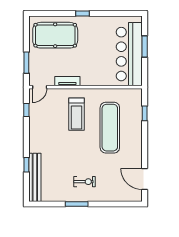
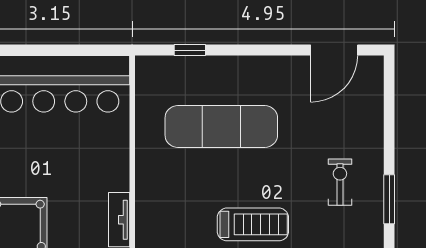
window: (145, 47) -> (43, 50), removed
treadmill: (76, 114) -> (253, 224), moved

